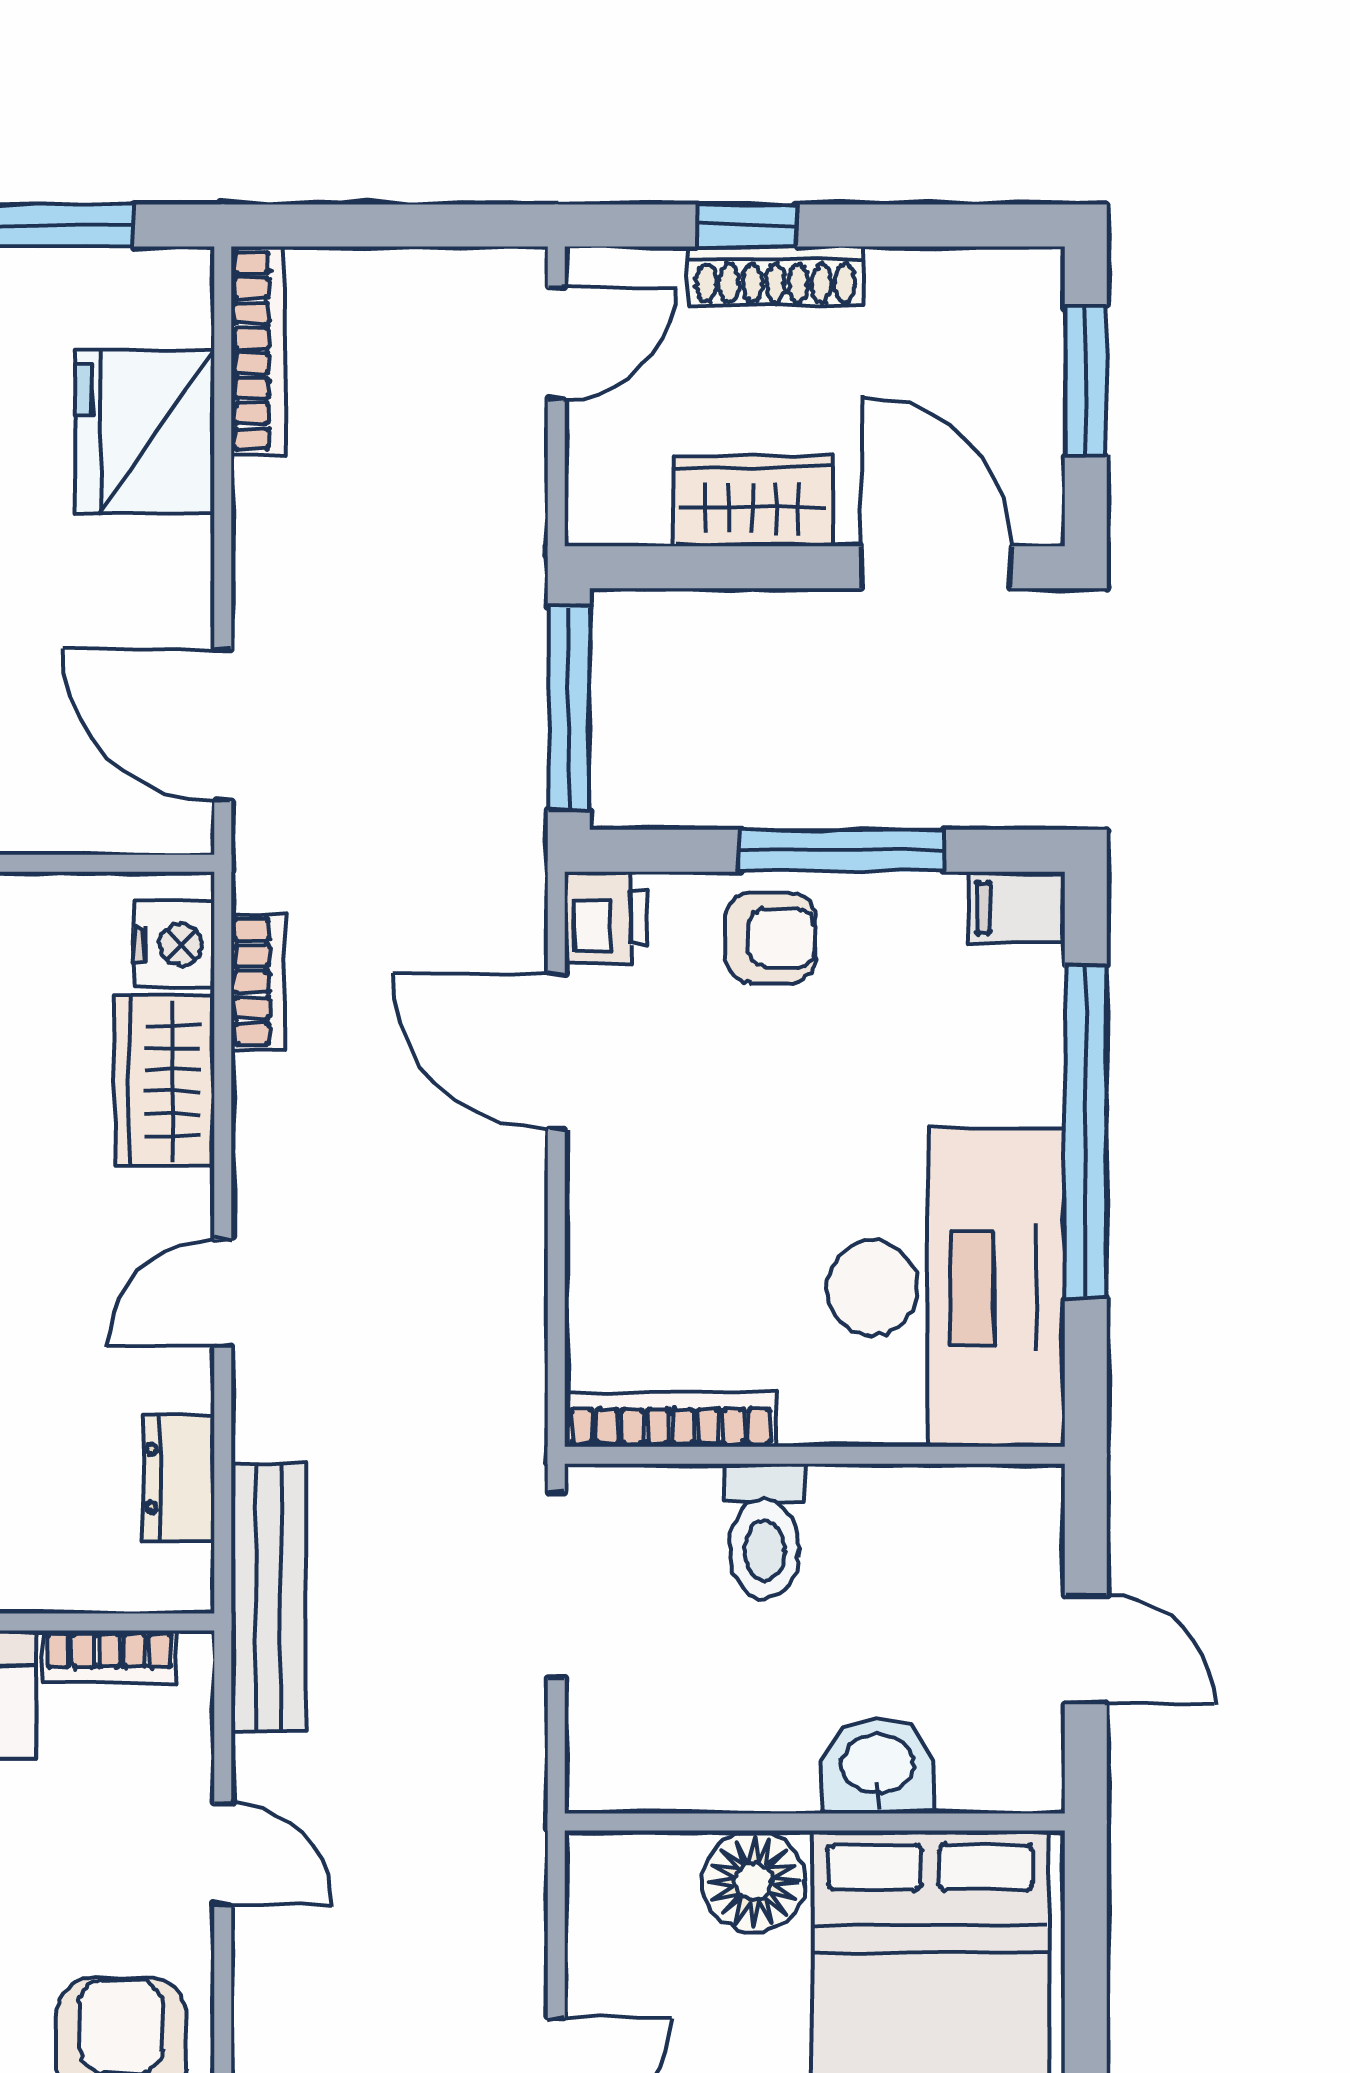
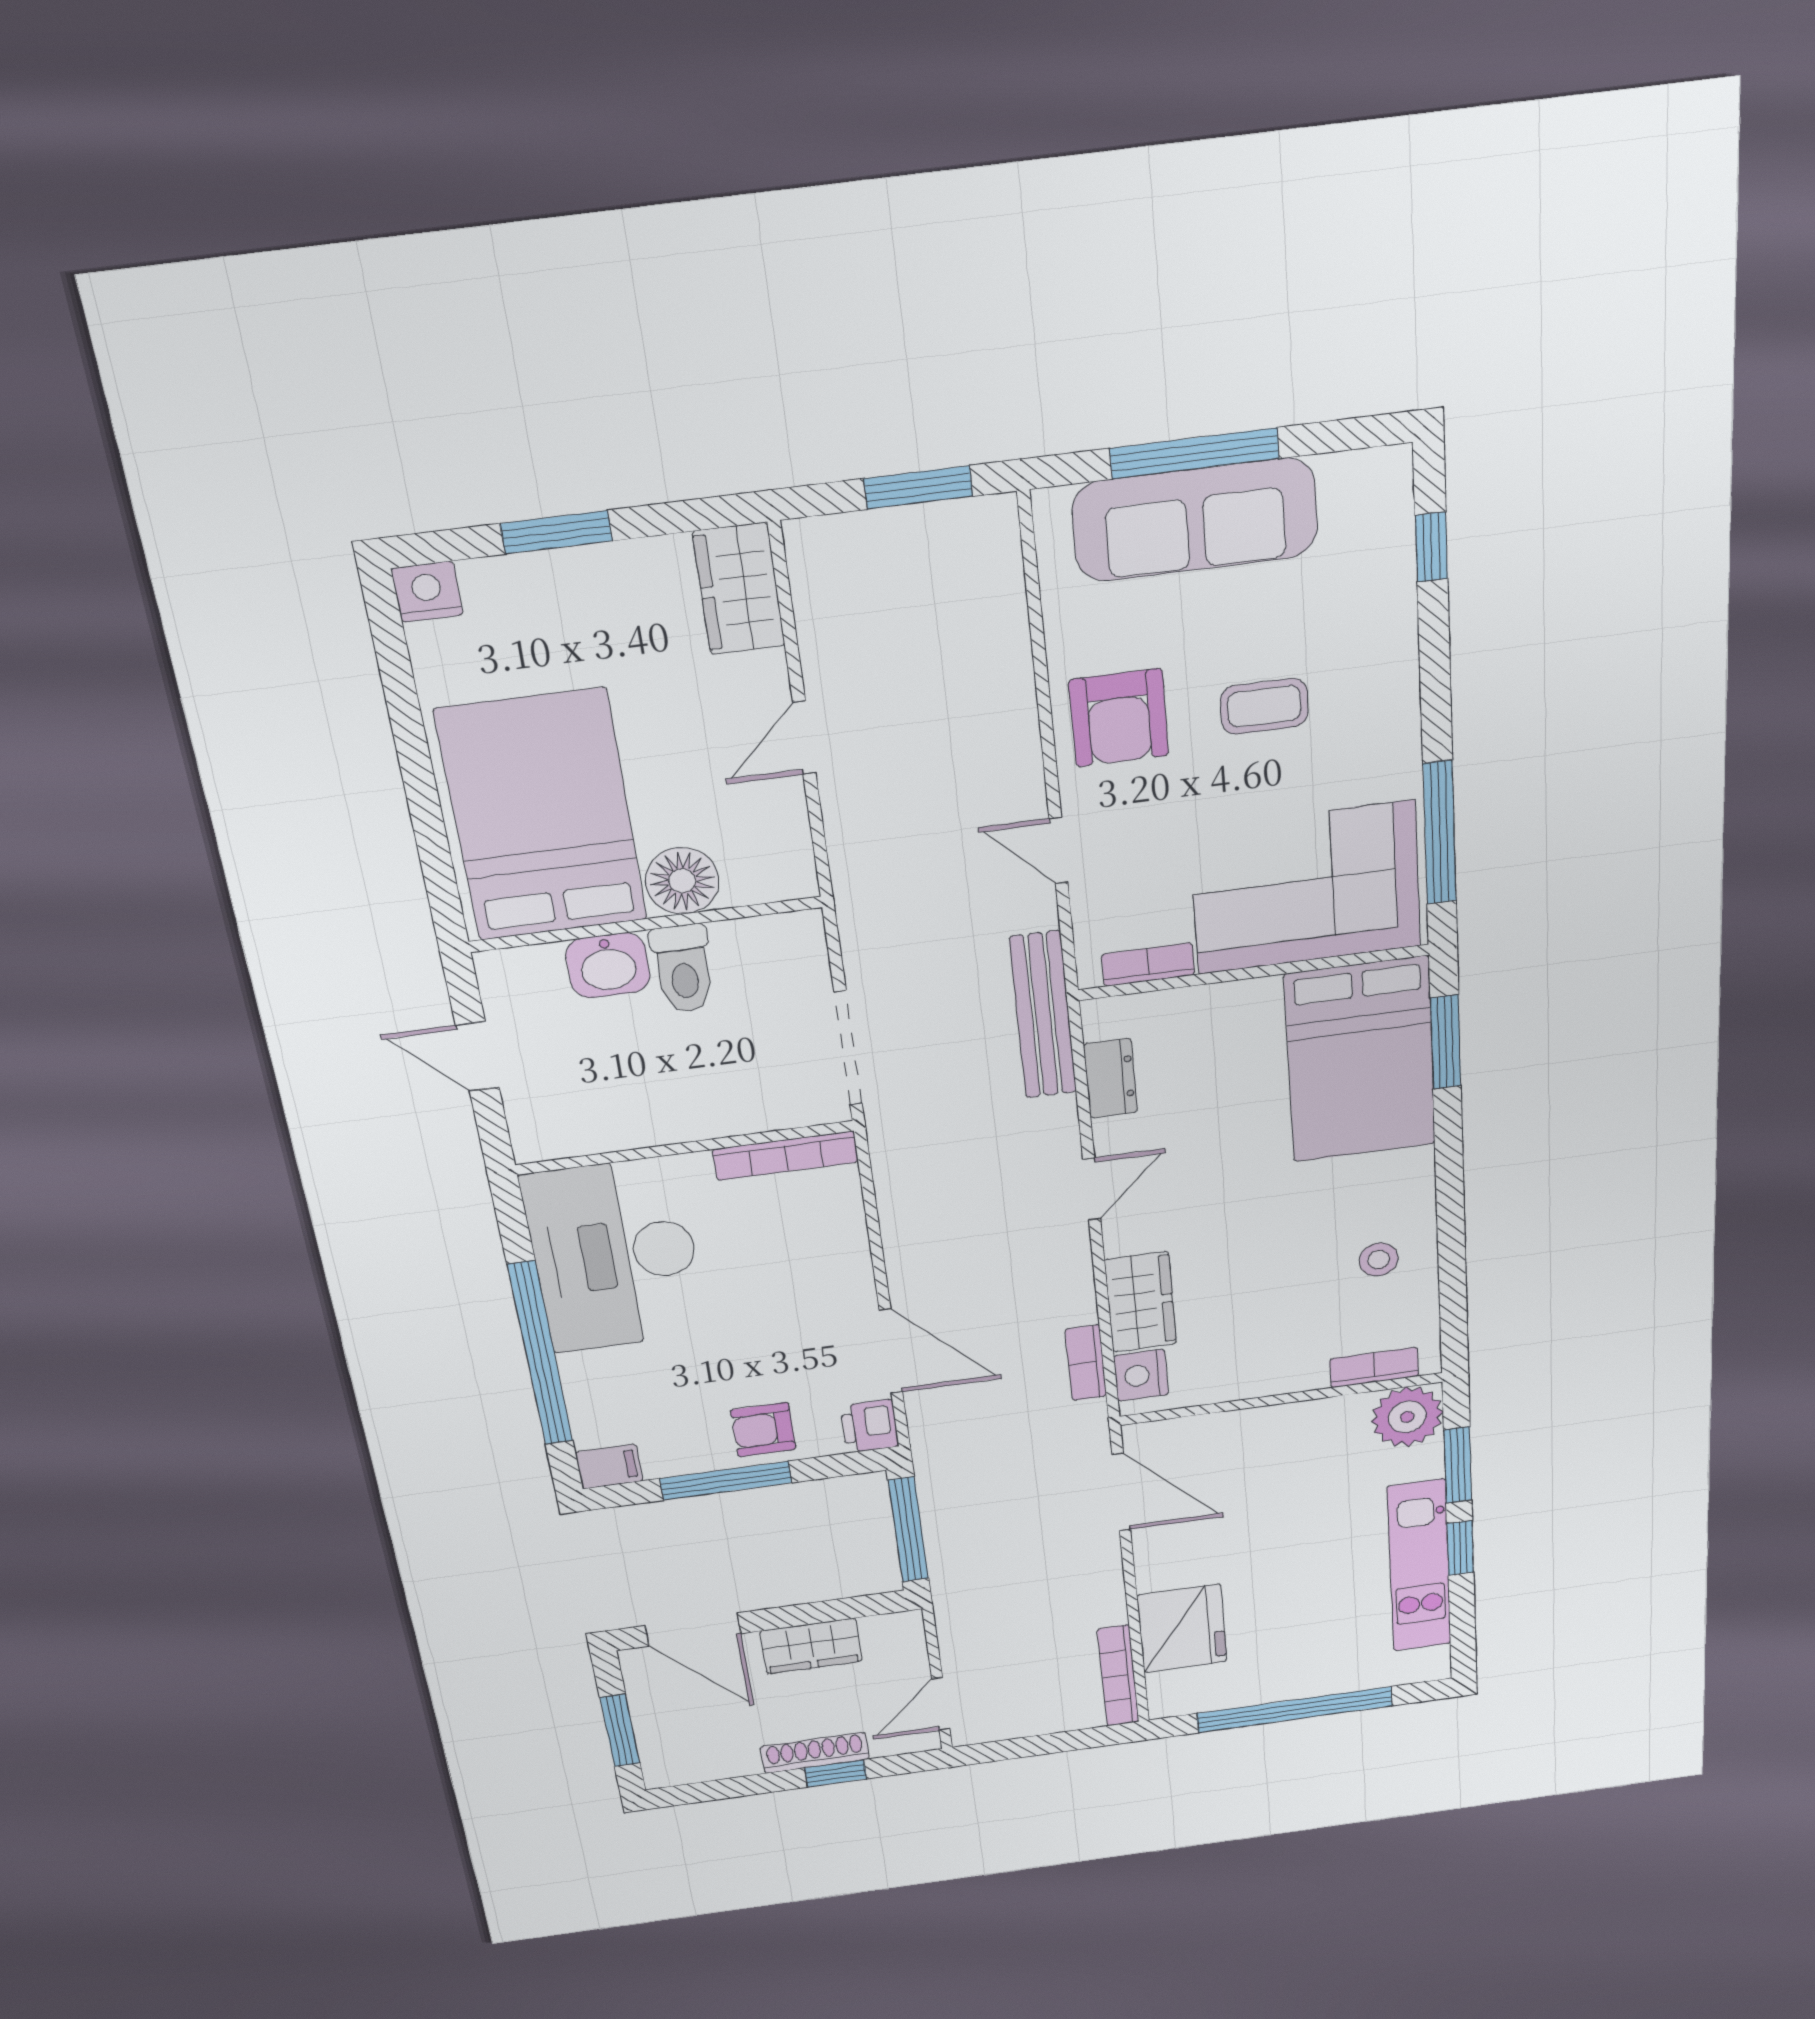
toilet: (764, 1532) -> (683, 969), moved, turned 180

